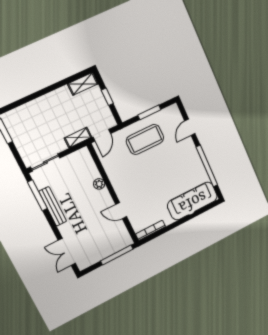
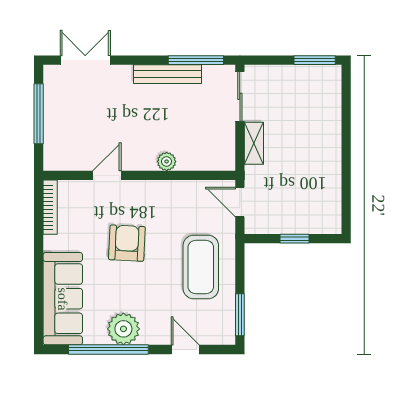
shelving: (83, 84) -> (331, 211), removed
window: (149, 112) -> (240, 315), moved
shelving: (78, 138) -> (254, 143), moved
plant: (194, 164) -> (123, 329), added
armchair: (150, 183) -> (127, 243), added
window: (117, 255) -> (39, 114), moved

